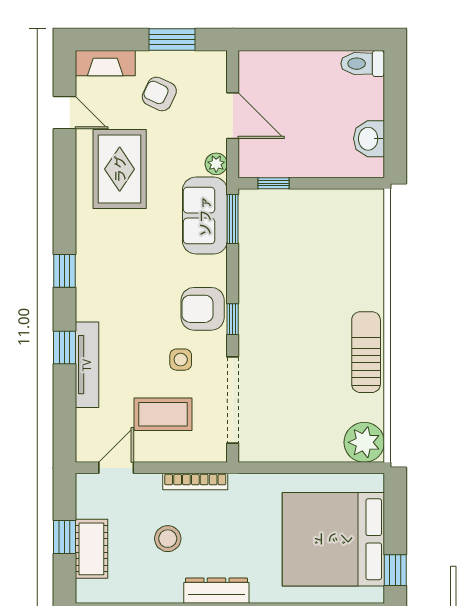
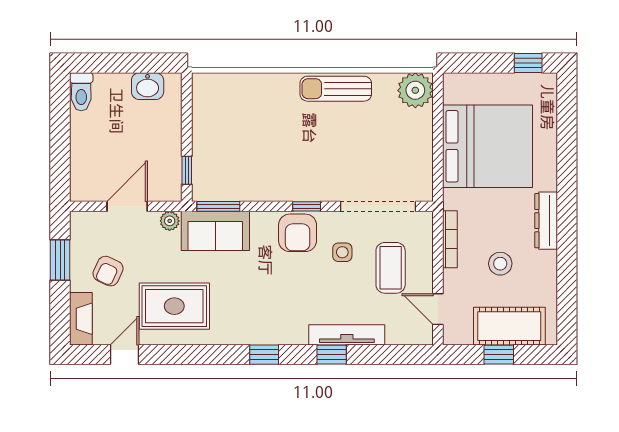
bed: (333, 539) -> (488, 146), moved, turned -90
cot: (91, 549) -> (509, 326), width x1.37, depth x1.34

